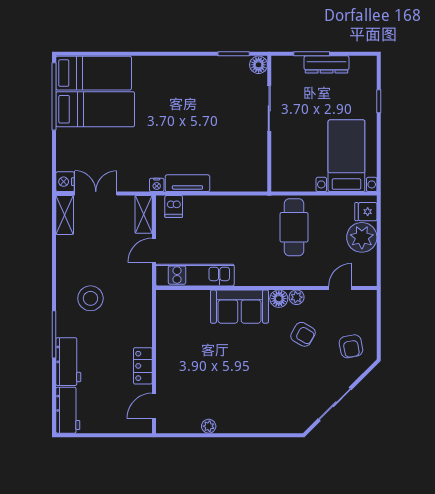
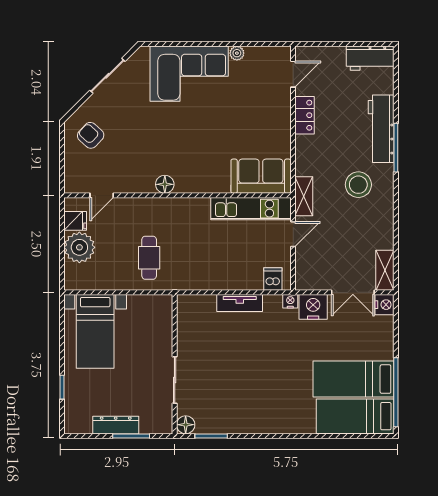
nightstand: (134, 179) -> (313, 307), added
tv unit: (187, 183) -> (240, 303), moved
fridge: (366, 212) -> (75, 221), moved
shelving: (144, 214) -> (304, 196), moved
cafe table: (294, 227) -> (149, 258), width x0.73, depth x0.74
plant: (297, 297) -> (147, 186), removed
sofa: (239, 307) -> (261, 176), moved
armchair: (303, 334) -> (140, 148), removed
armchair: (351, 346) -> (91, 135), turned -37
workbench: (68, 362) -> (381, 129), width x1.38
corner sofa: (255, 406) -> (189, 74), added
workbench: (68, 410) -> (370, 58), moved, turned -90

